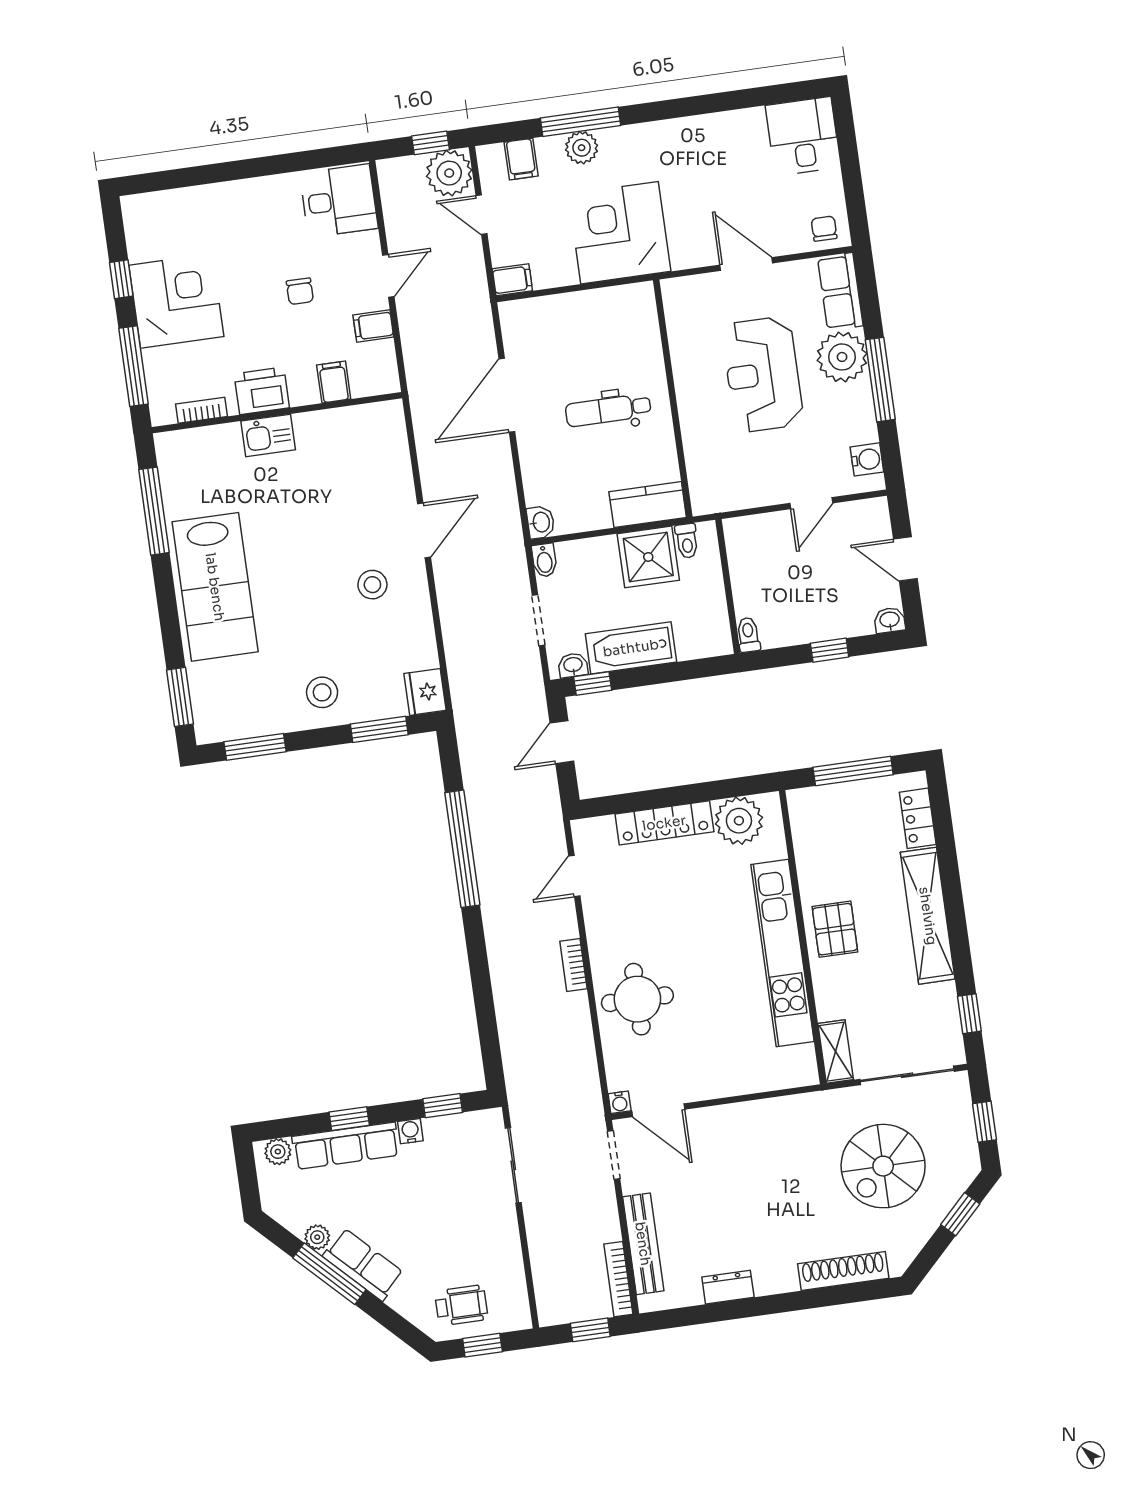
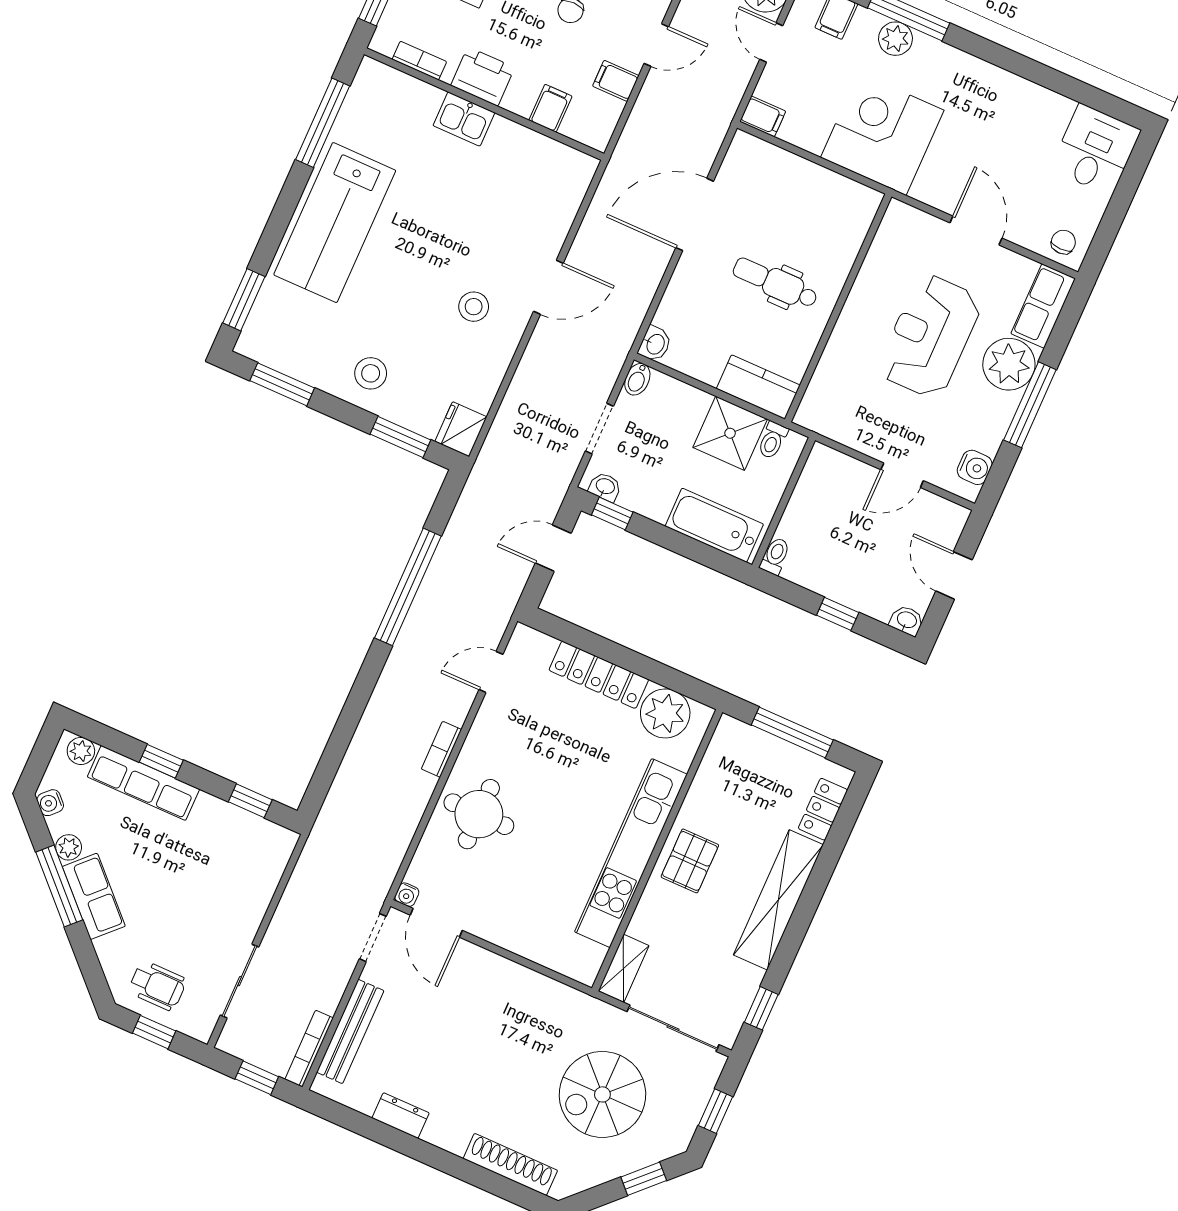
bathtub: (631, 648) -> (714, 525), moved
water cooler: (410, 1131) -> (50, 803), moved, turned -135
sliding door: (513, 1165) -> (239, 981), moved

